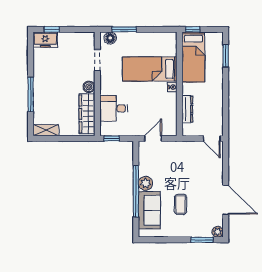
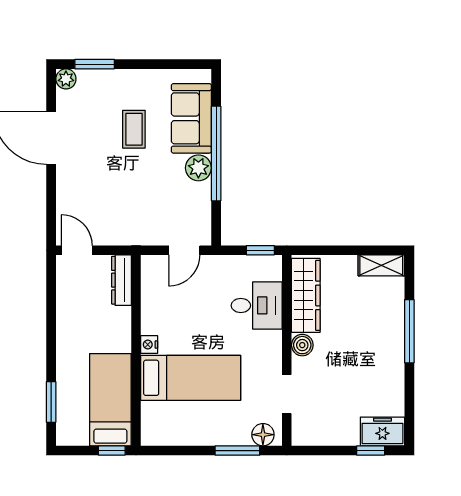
dresser: (187, 109) -> (121, 280), moved

